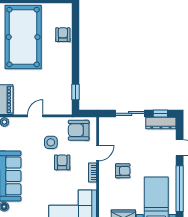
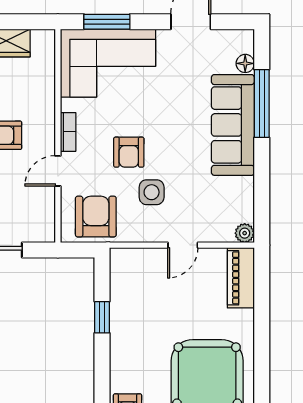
window: (76, 92) -> (102, 317), moved
armchair: (79, 130) -> (96, 217), turned -90

